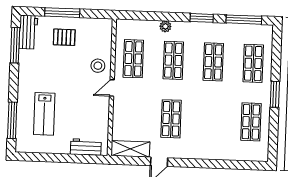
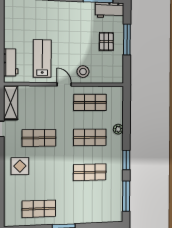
shop shelf: (253, 63) -> (90, 207), removed
lab bench: (44, 114) -> (42, 58), moved, turned 90
display table: (202, 141) -> (20, 166), added

